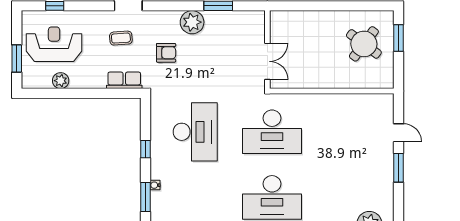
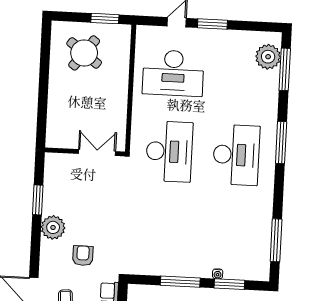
window: (398, 38) -> (105, 19), moved
desk: (195, 132) -> (173, 73), moved, turned 180
window: (145, 149) -> (180, 282), width x2.17

